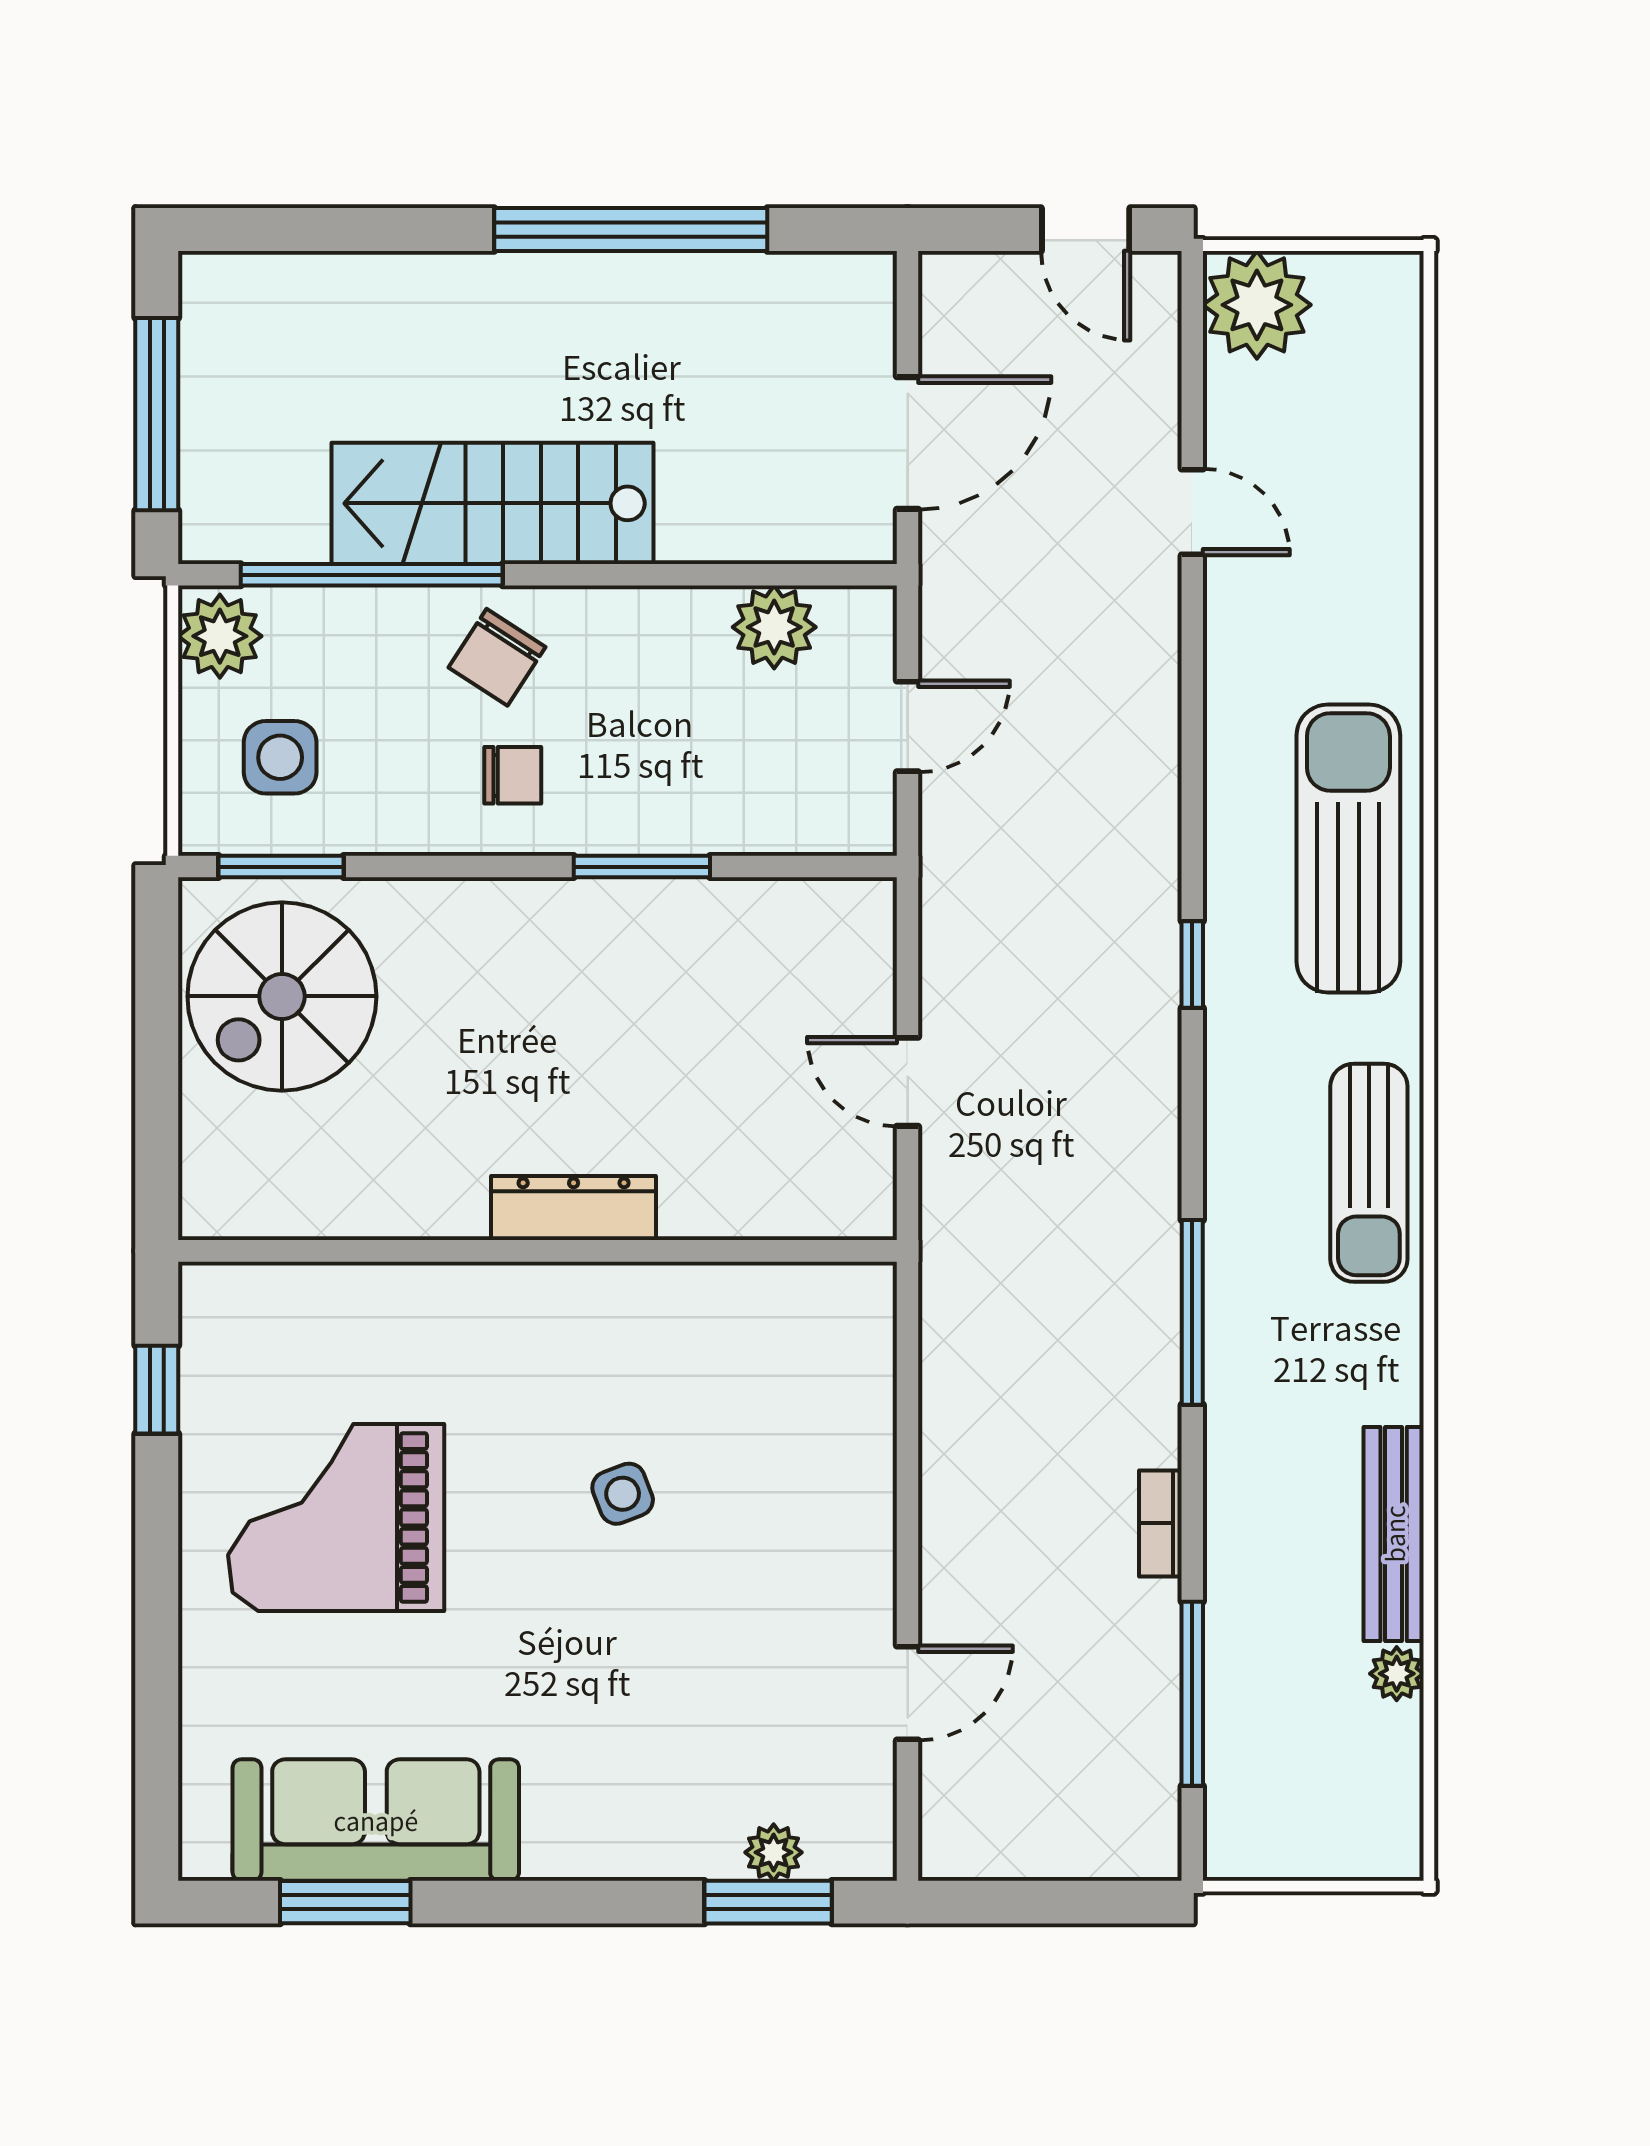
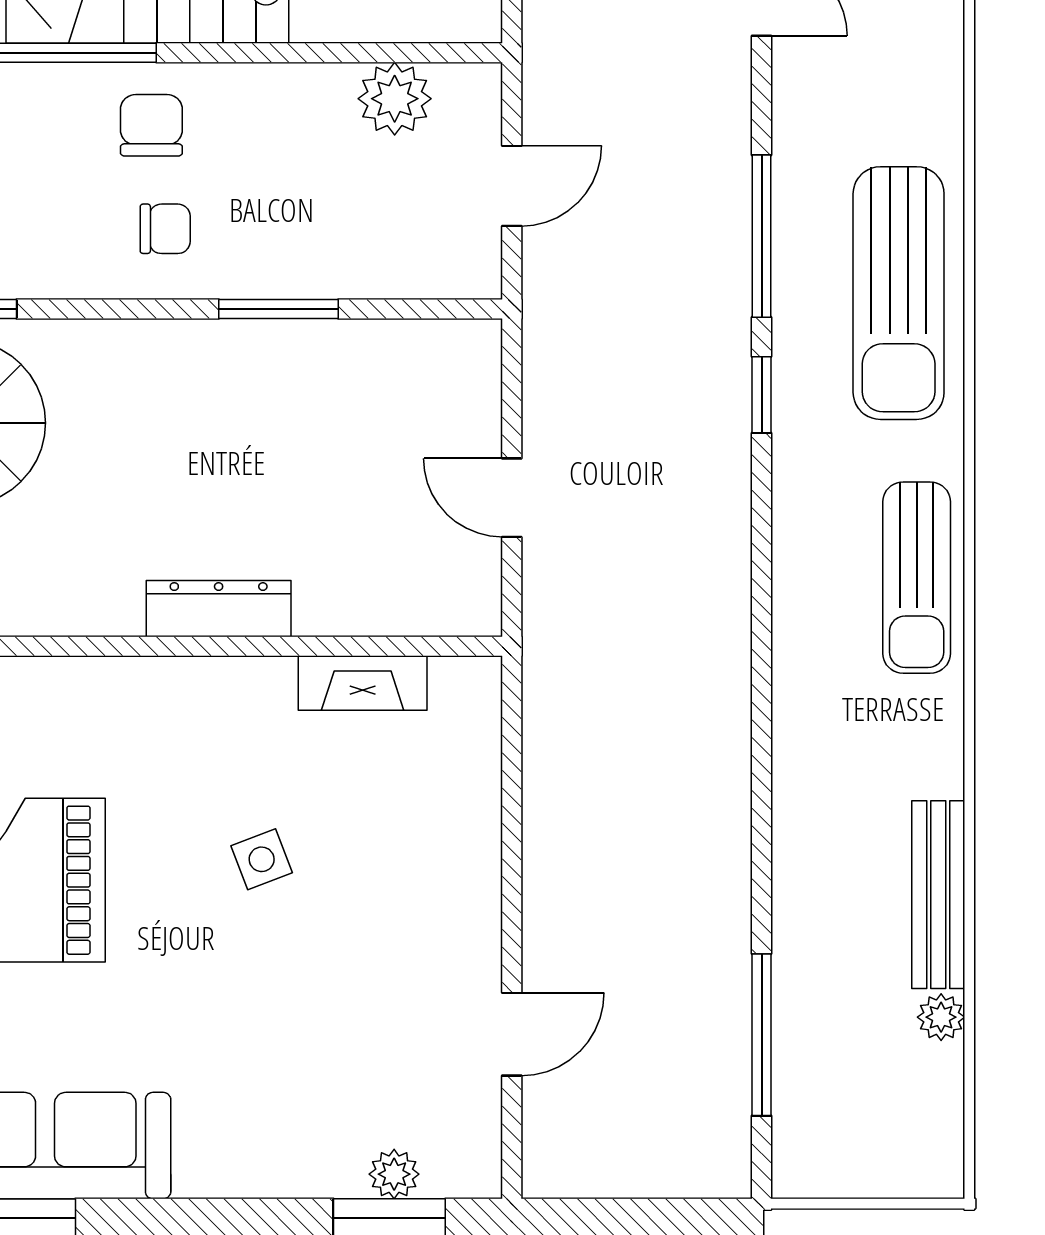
chair: (497, 657) -> (151, 125), turned 147
sun lounger: (1348, 848) -> (899, 293), turned 180
fireplace: (738, 1293) -> (363, 683), added
window: (1192, 1312) -> (762, 236), moved
bookcase: (1160, 1523) -> (734, 885), removed

